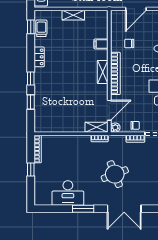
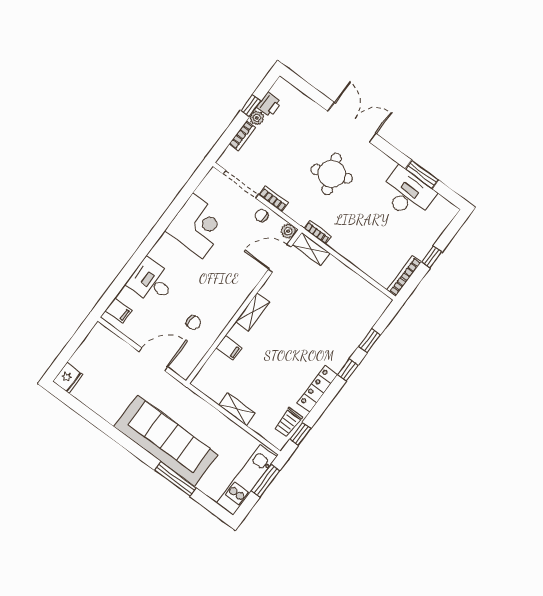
locker: (39, 57) -> (318, 389), width x1.53
bookcase: (115, 73) -> (238, 298), removed
window: (83, 209) -> (422, 174), moved

